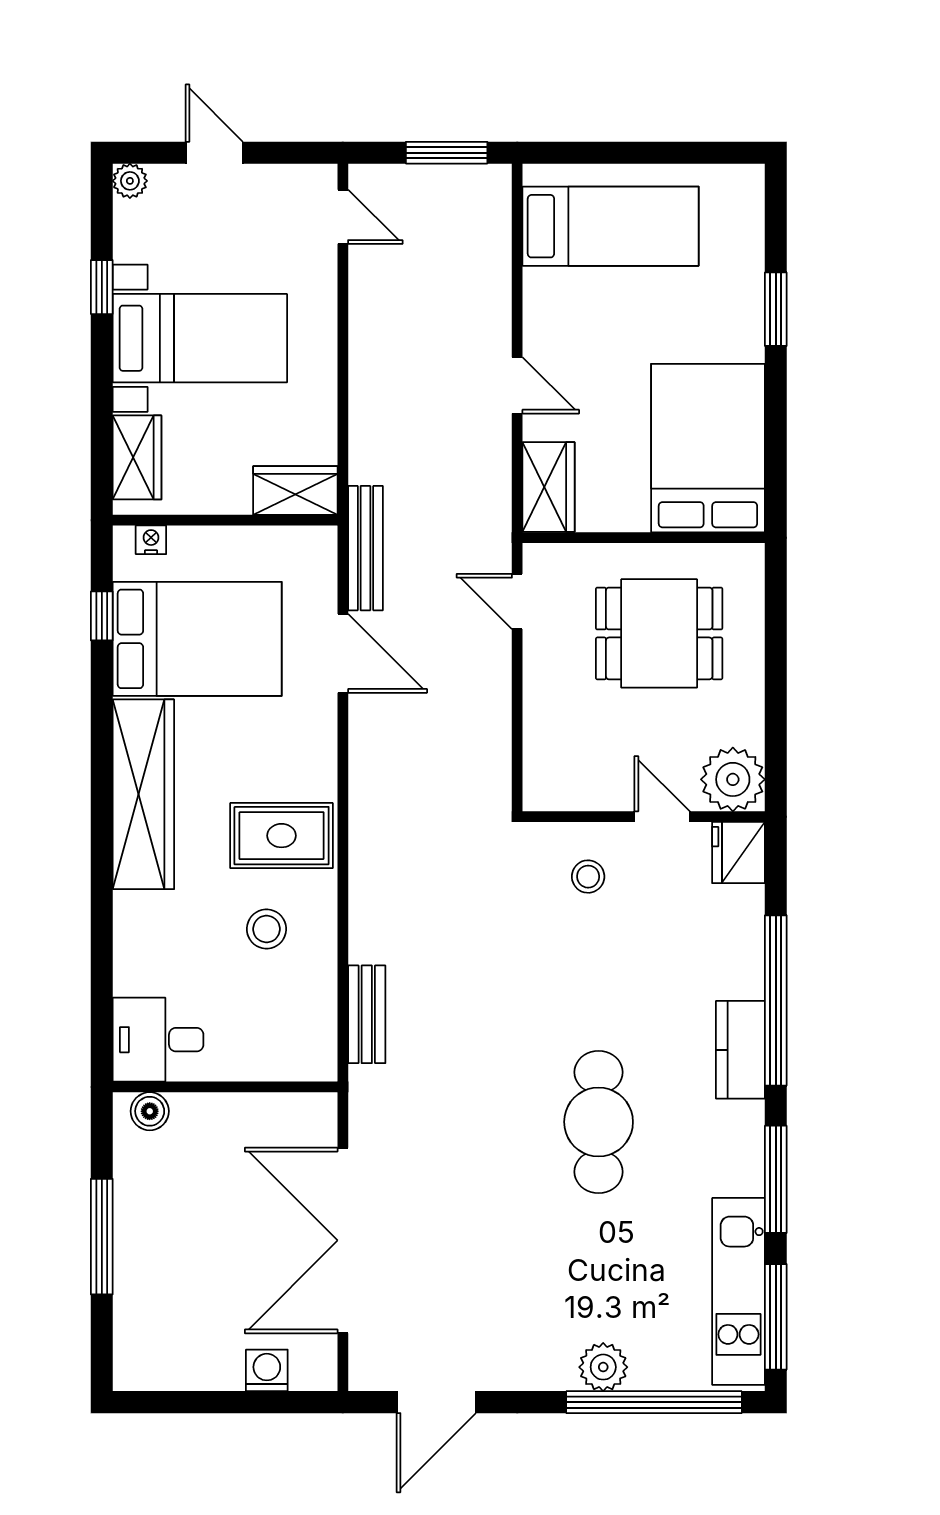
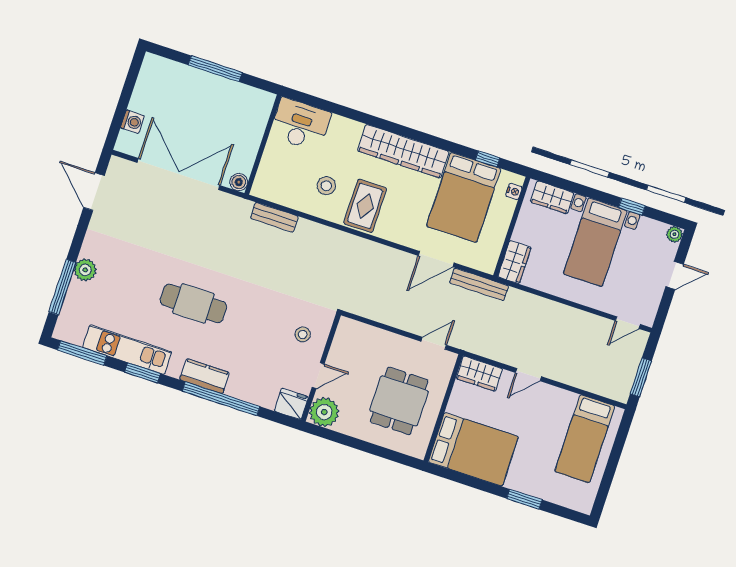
desk: (158, 1040) -> (300, 124), width x1.37
boiler: (150, 1111) -> (239, 182), moved
window: (776, 1179) -> (143, 373), width x0.69
kitchen unit: (738, 1291) -> (127, 350), moved
window: (654, 1402) -> (62, 287), width x0.68

